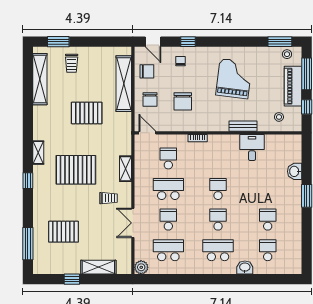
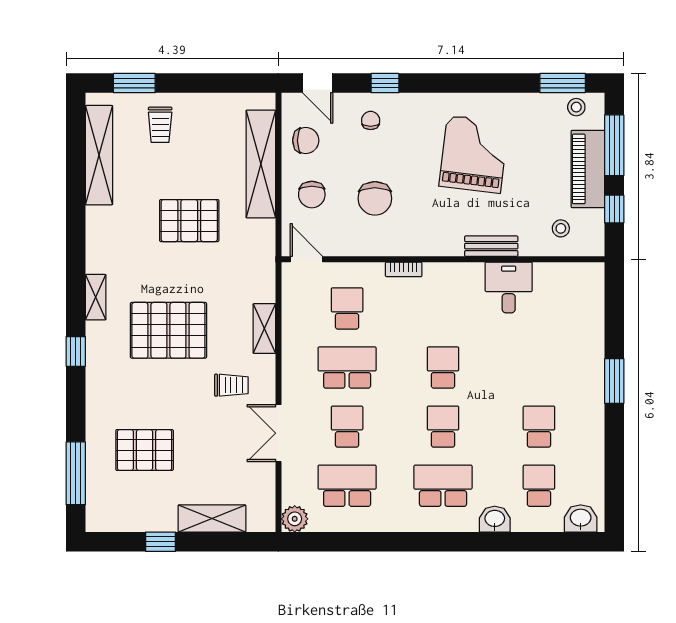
washbasin: (295, 171) -> (581, 518), moved, turned 90

